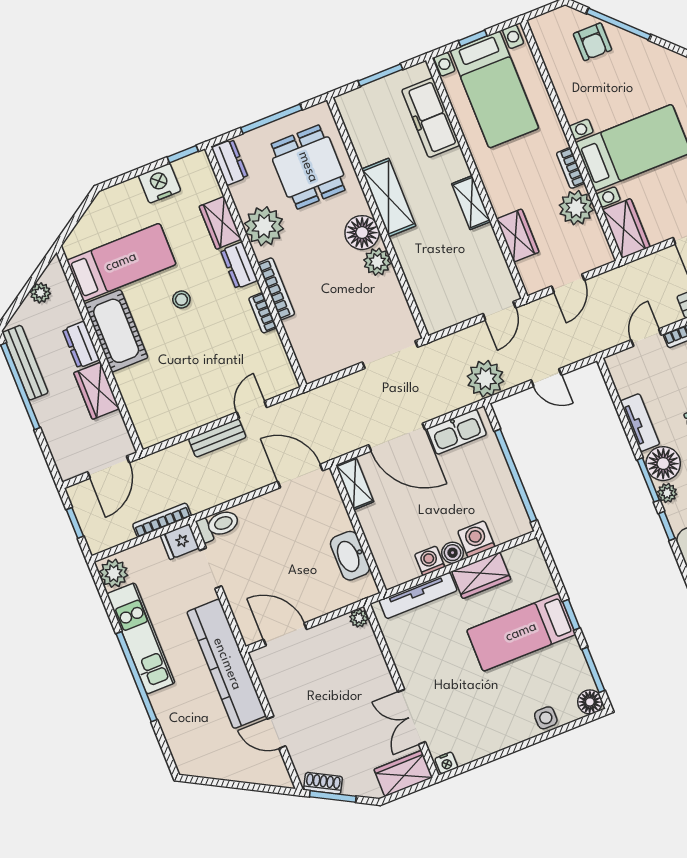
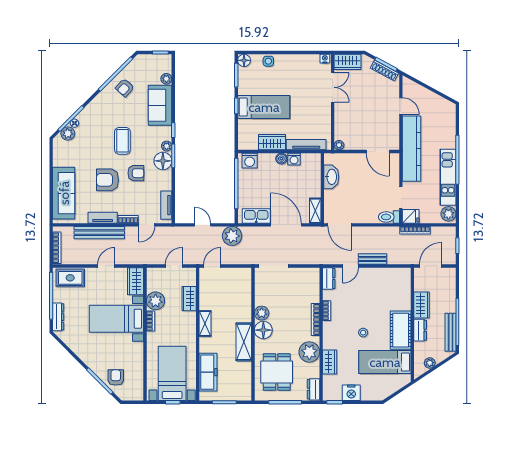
dresser: (239, 265) -> (329, 278), moved
tv unit: (640, 423) -> (166, 205), moved
washing machine: (476, 539) -> (250, 161), moved
shoe rack: (323, 783) -> (384, 71), width x1.43

